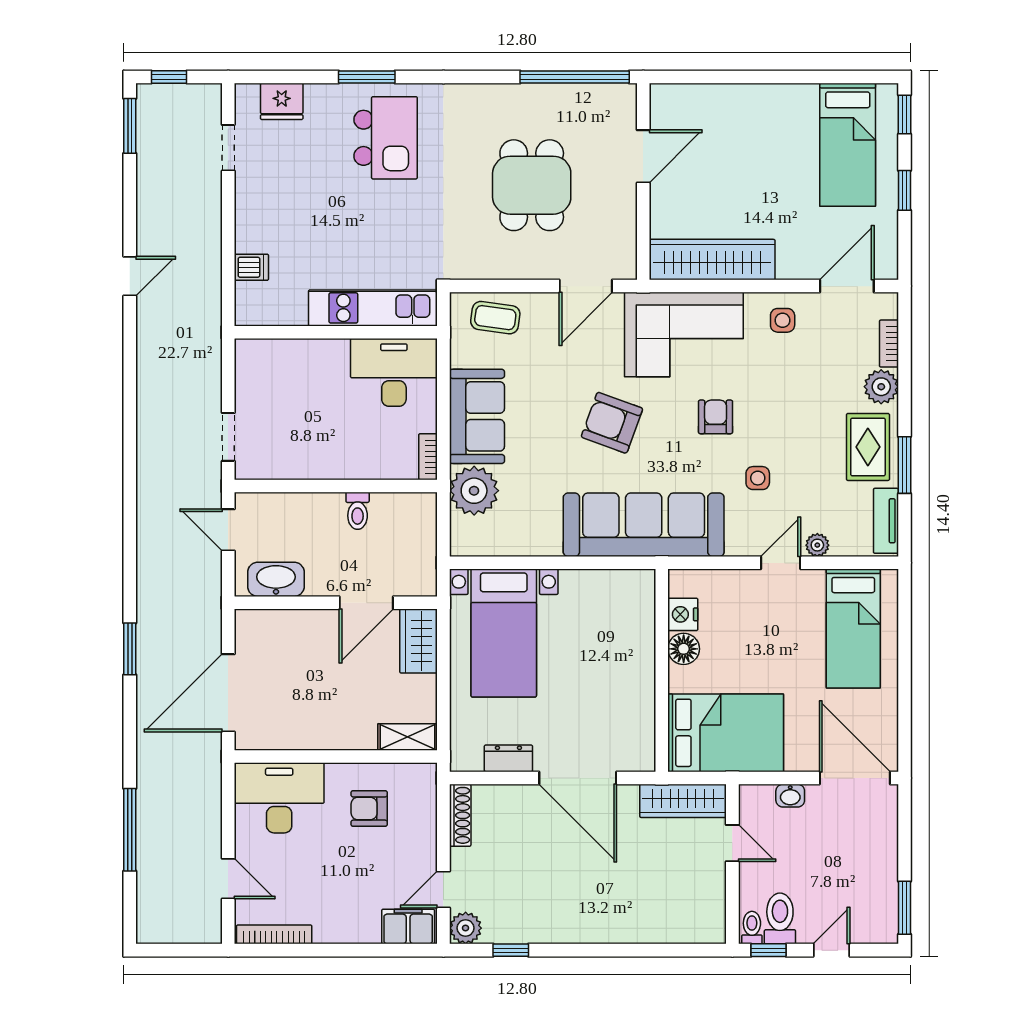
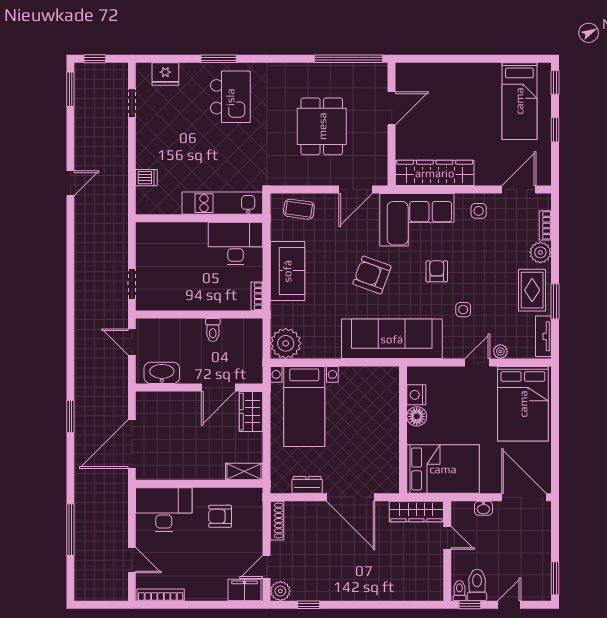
plant: (474, 491) -> (286, 343), moved
bed: (853, 629) -> (523, 404), width x1.50

